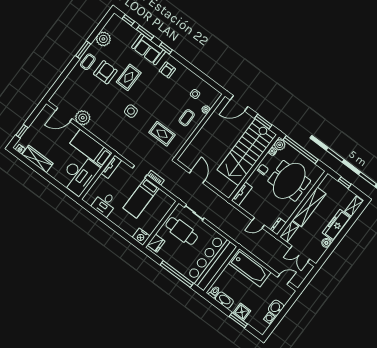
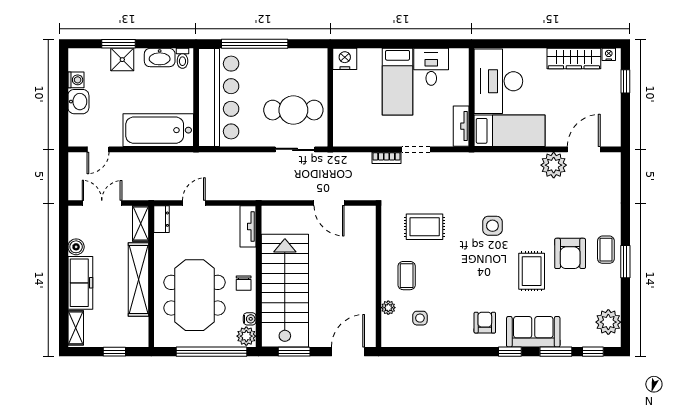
plant: (103, 39) -> (608, 322), moved
bed: (141, 198) -> (398, 82), moved, turned 180
fridge: (156, 243) -> (317, 66), removed

